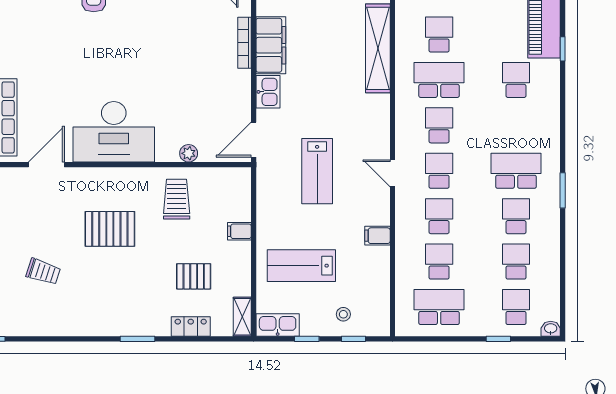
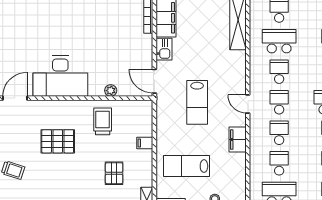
door: (254, 140) -> (154, 81), hinge flipped
filing cabinet: (377, 236) -> (238, 140), width x2.00
pallet: (194, 276) -> (114, 173), turned 90

